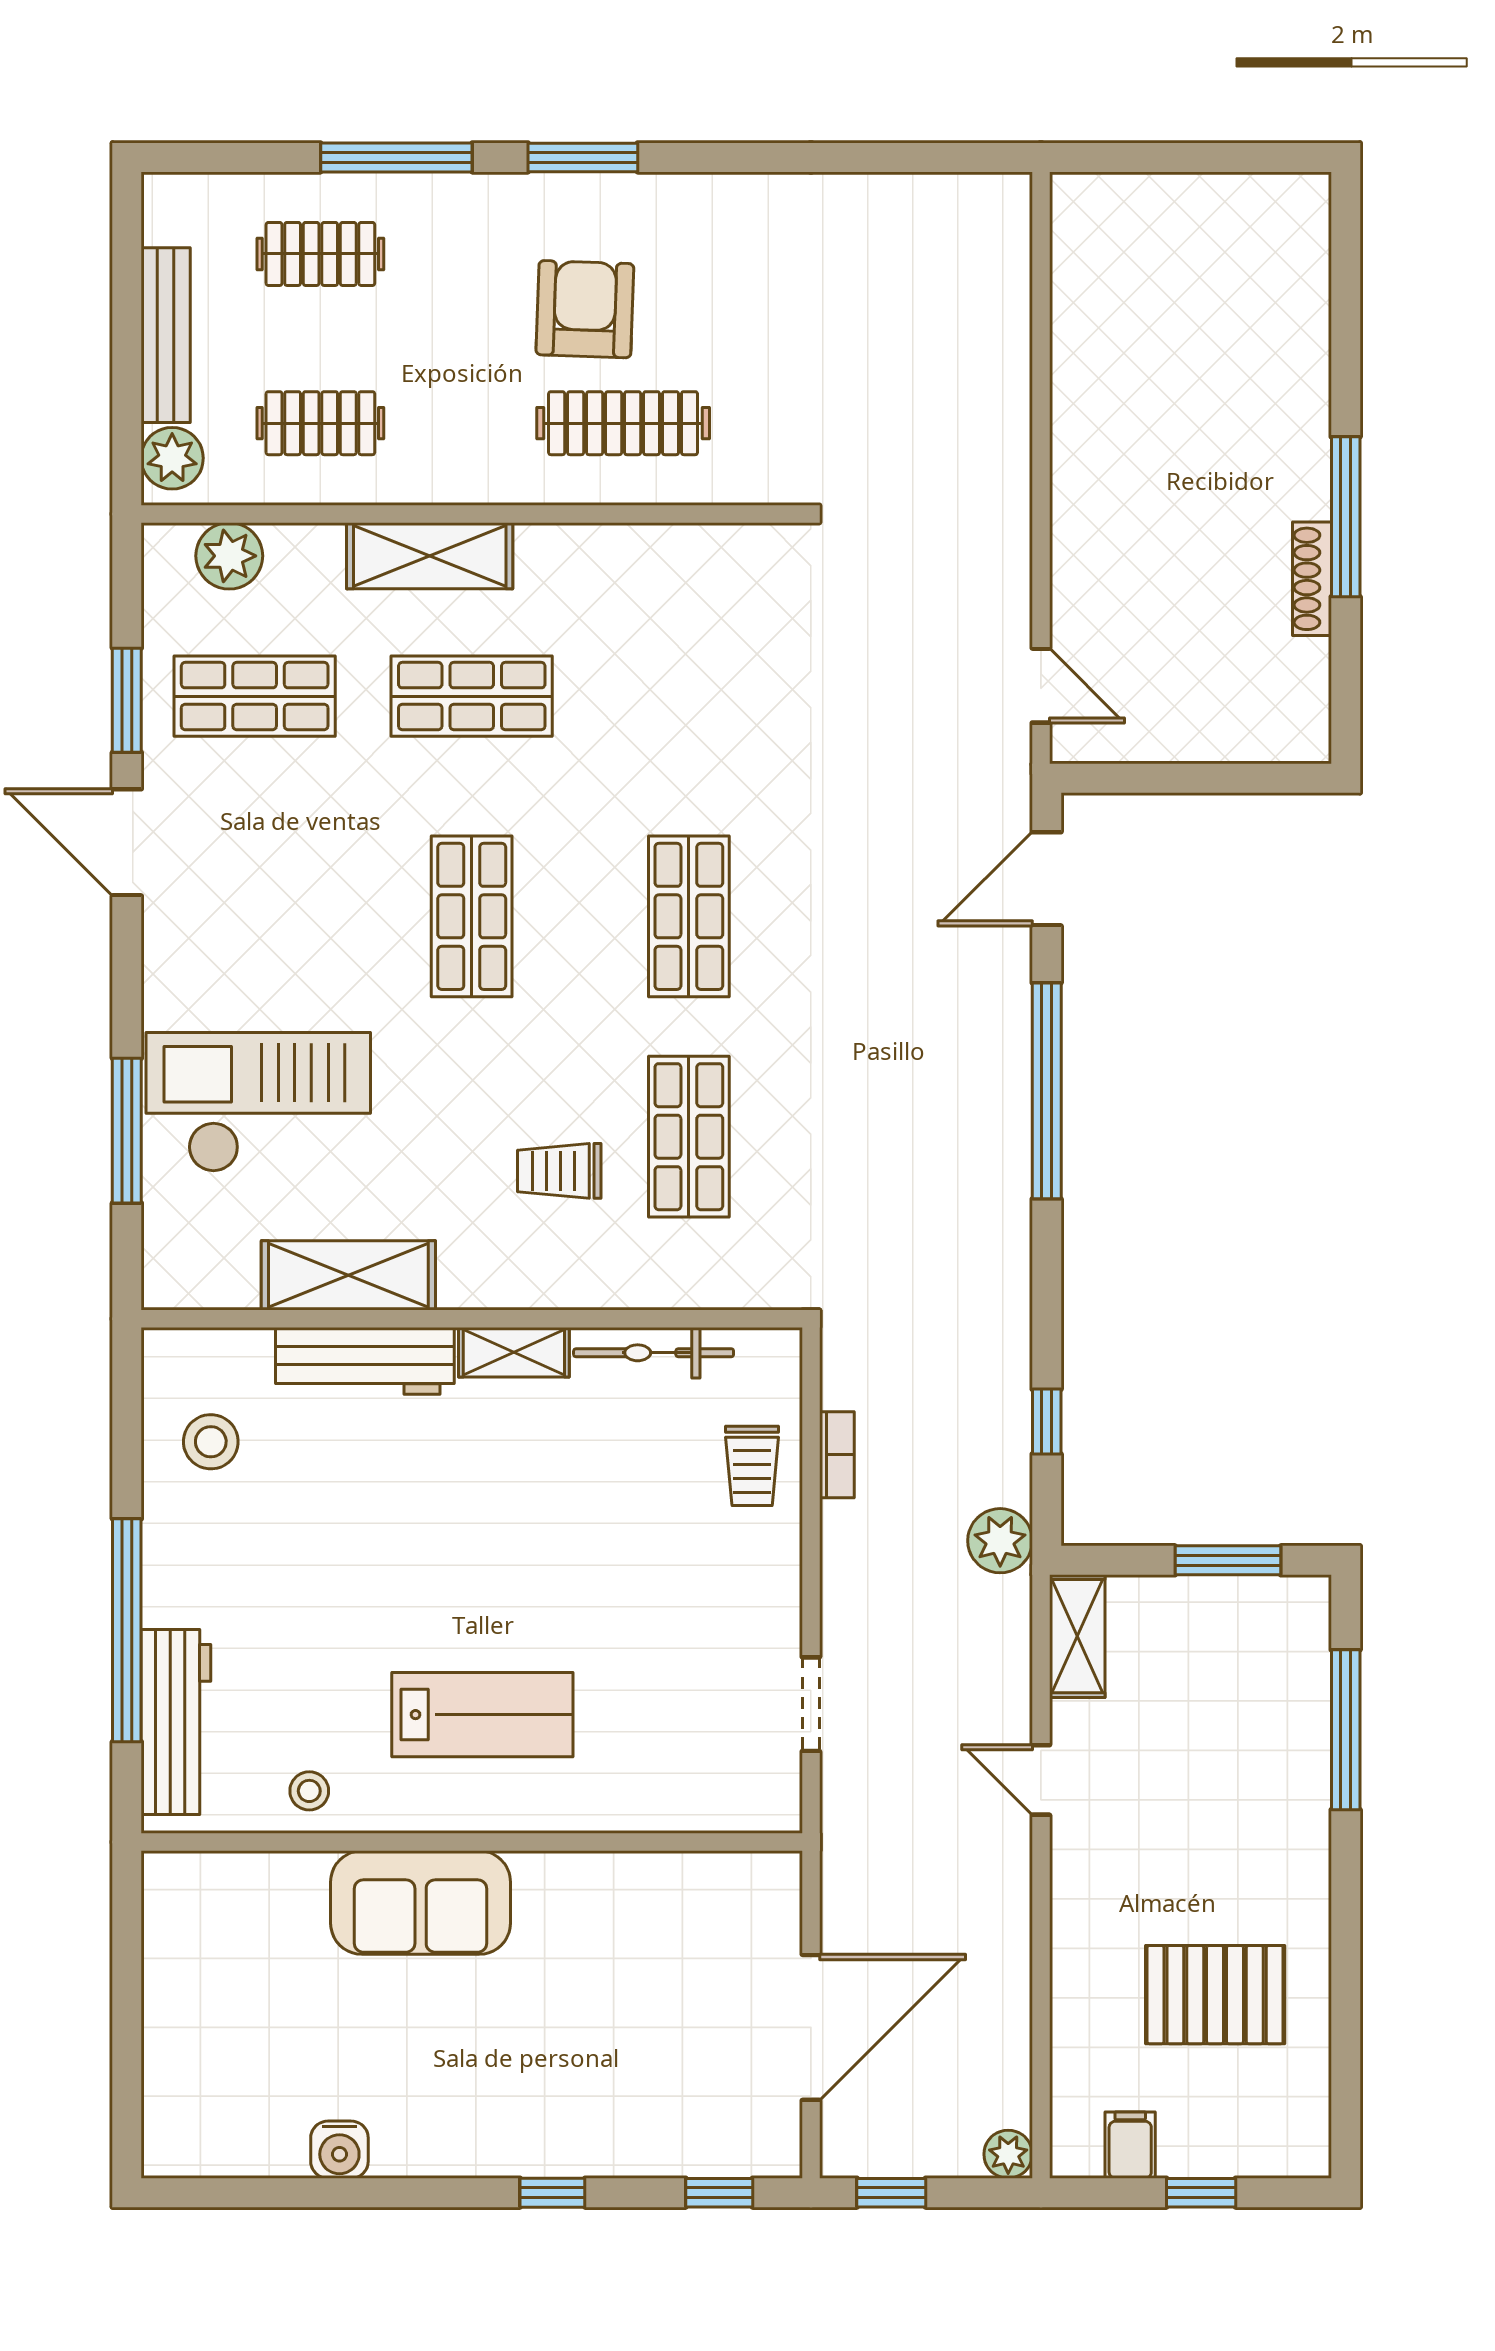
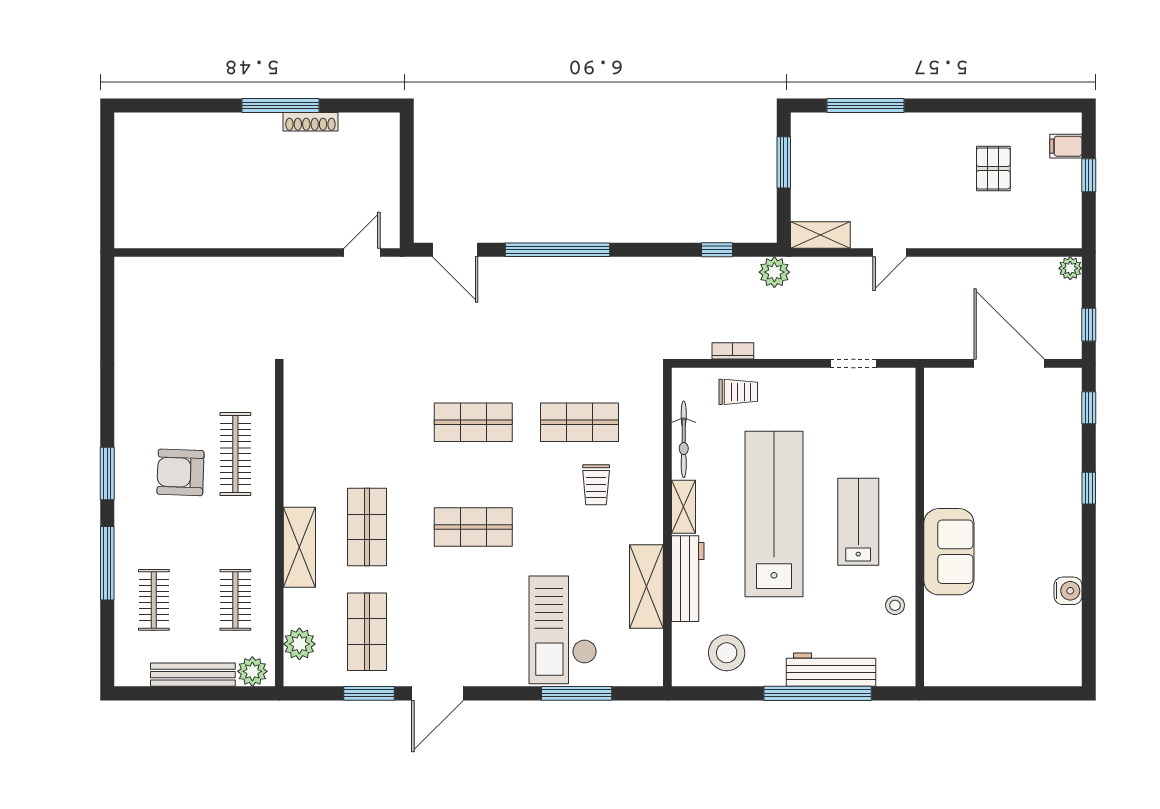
stool: (211, 1442) -> (727, 653), width x1.38, depth x1.38
lab bench: (499, 1540) -> (774, 514), added
workbench: (176, 1722) -> (831, 670), moved
pallet: (1215, 1995) -> (993, 168), width x0.67, depth x0.71
filing cabinet: (1130, 2145) -> (1066, 146), moved

